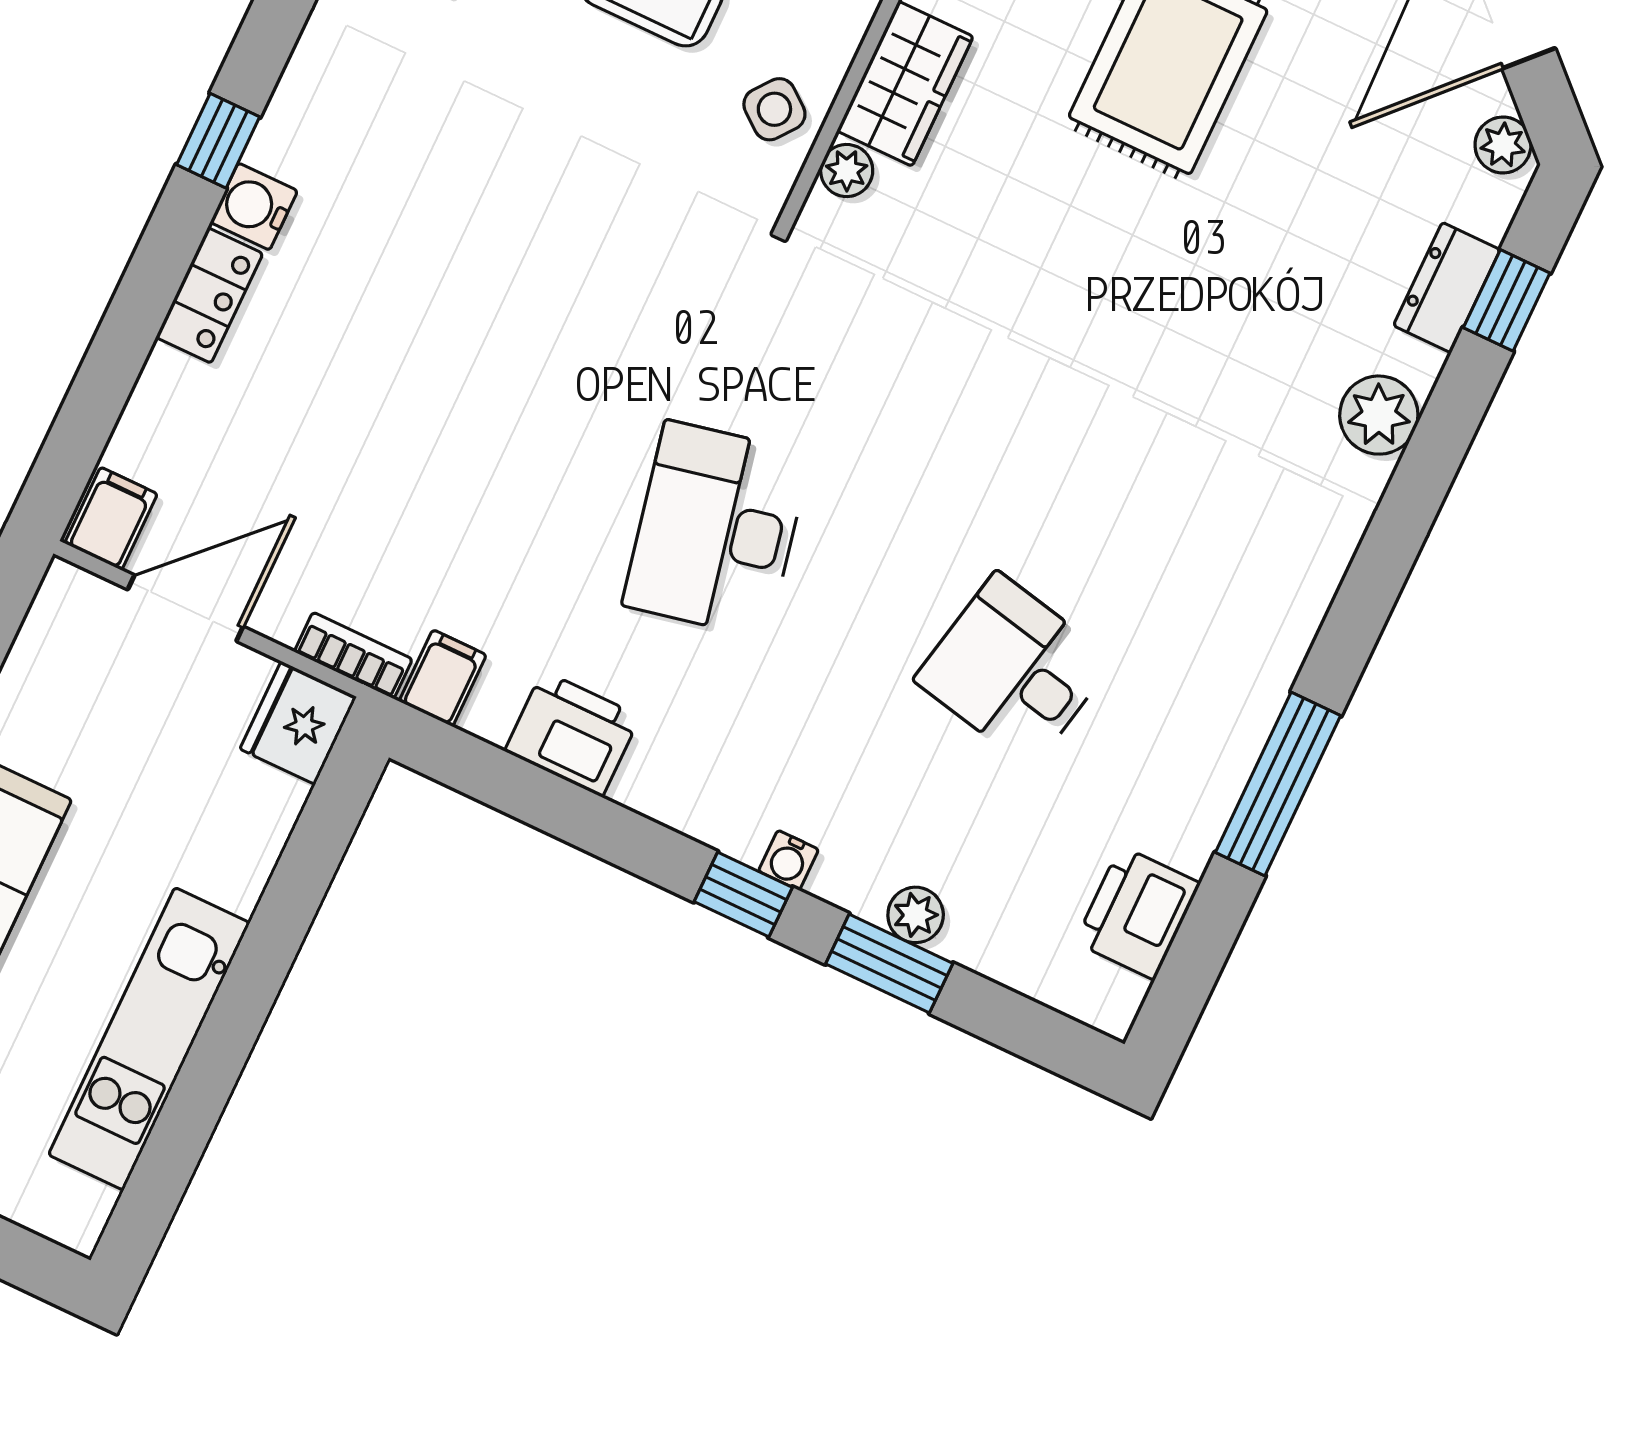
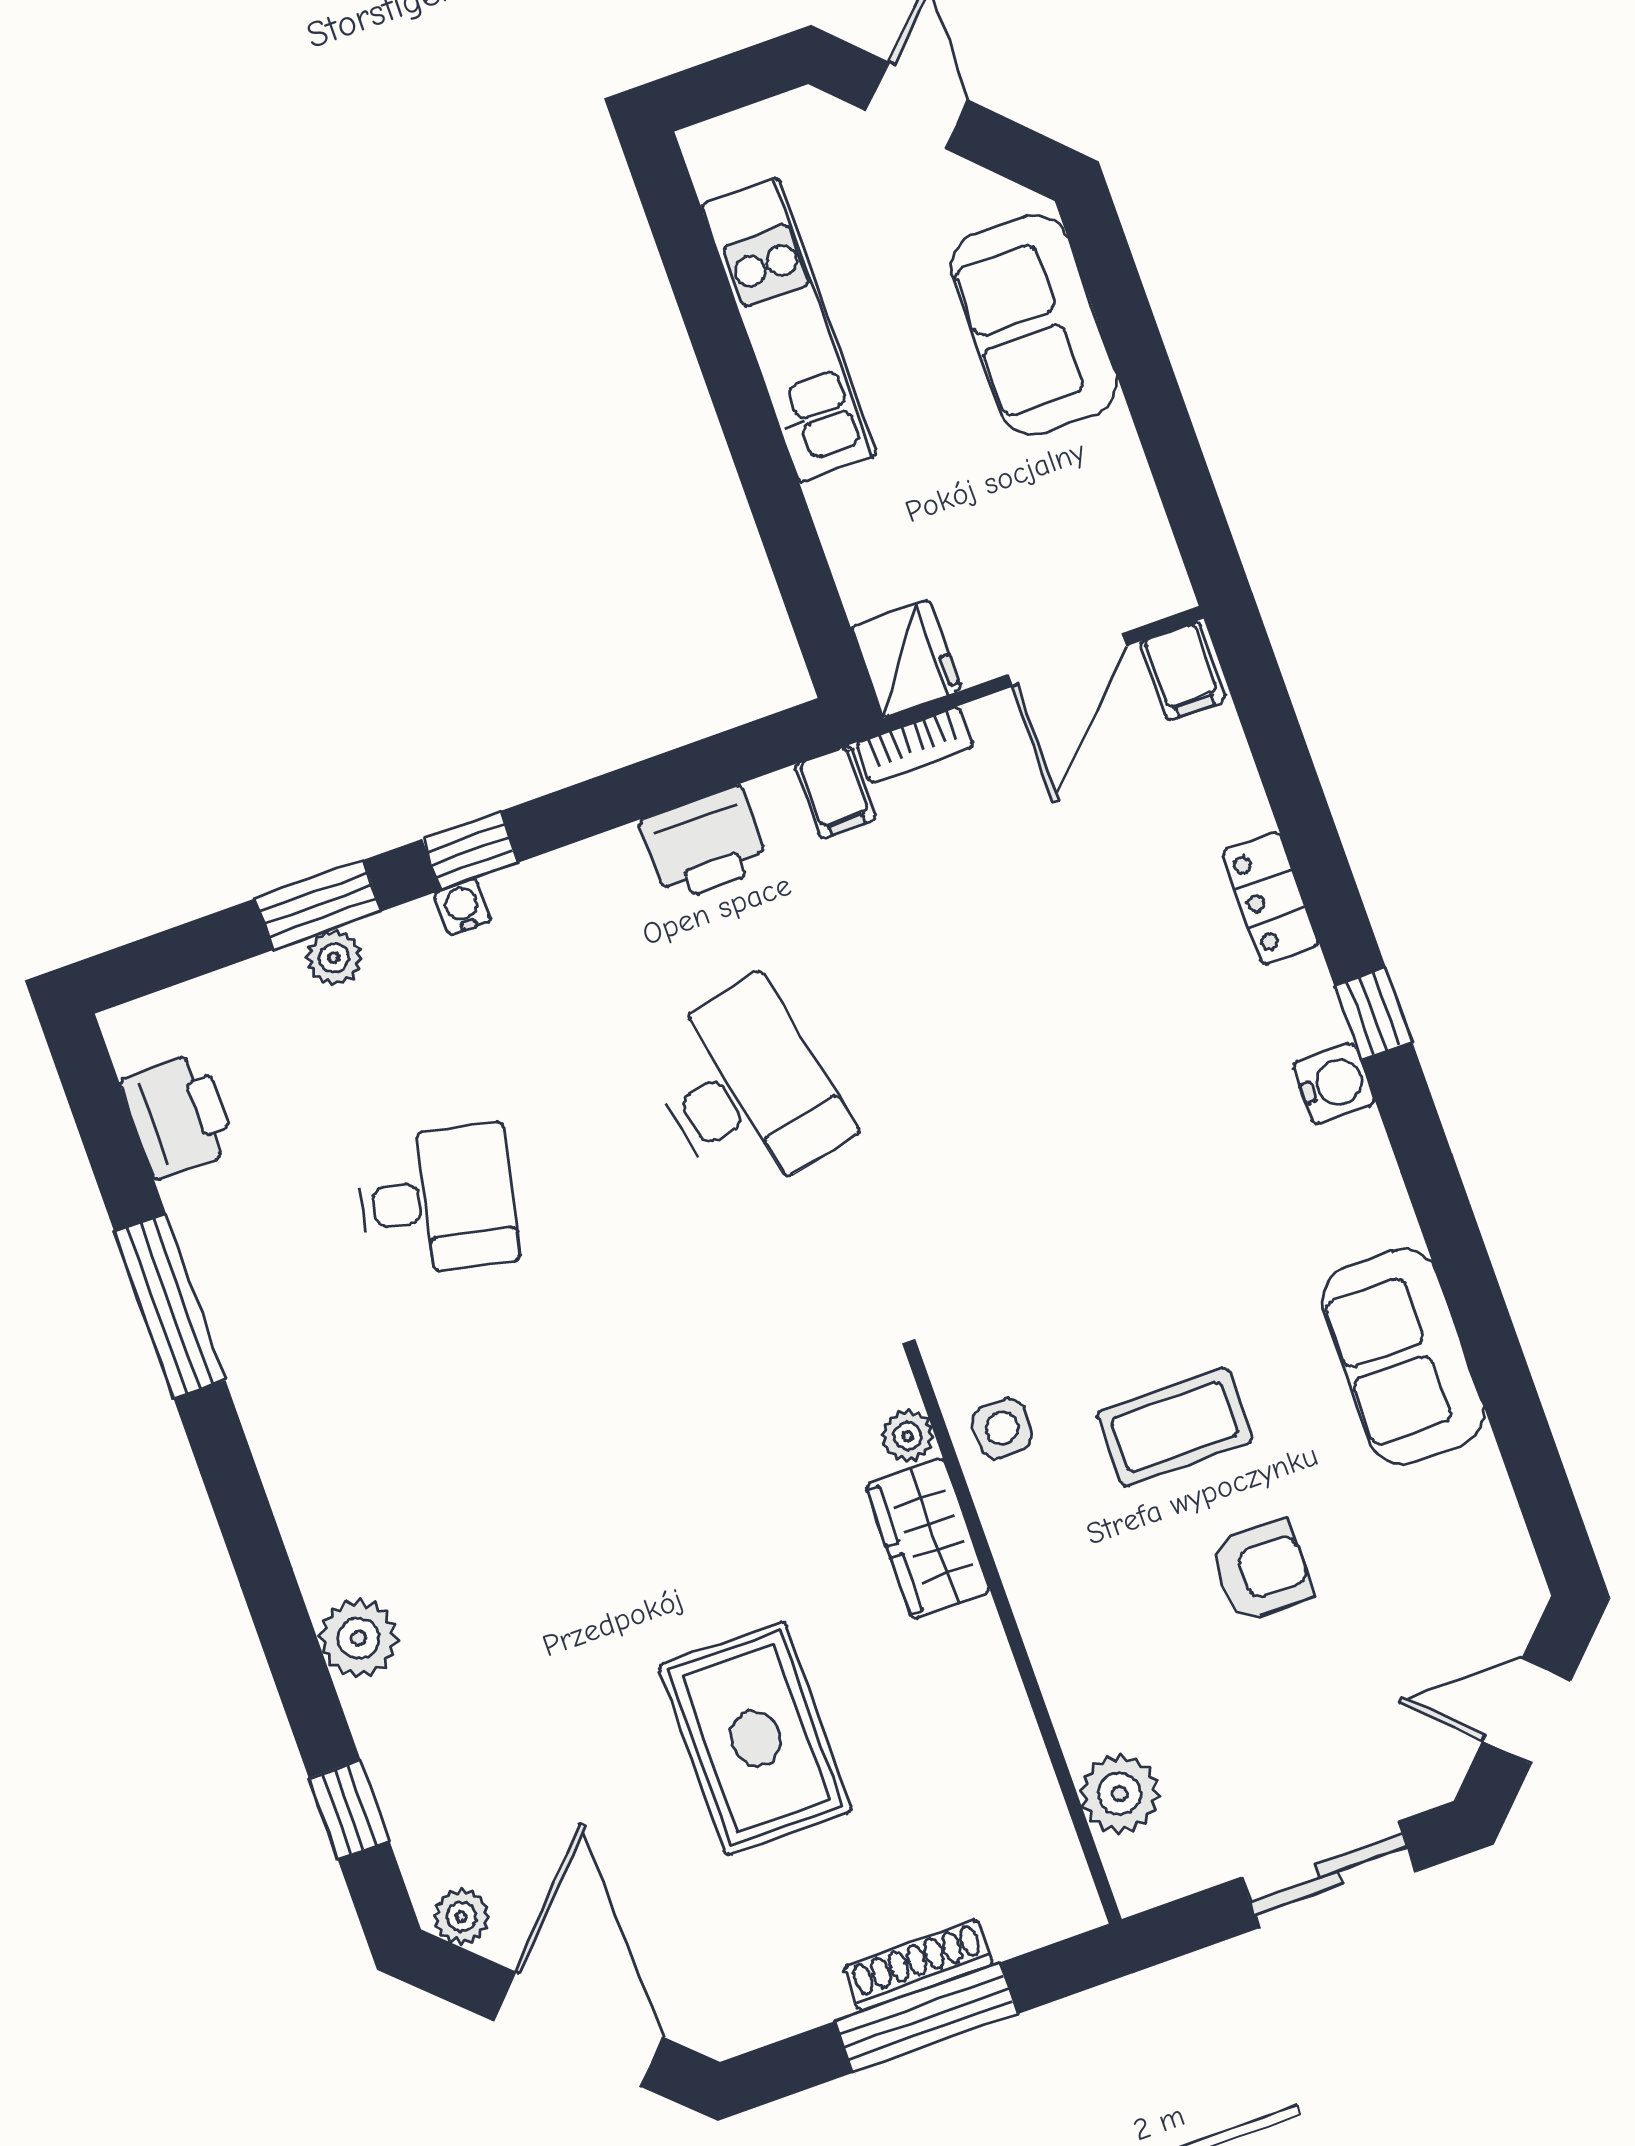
side table: (774, 109) -> (1002, 1428), turned -38
water cooler: (254, 207) -> (1334, 1084), moved
dresser: (1447, 288) -> (400, 1776), removed

